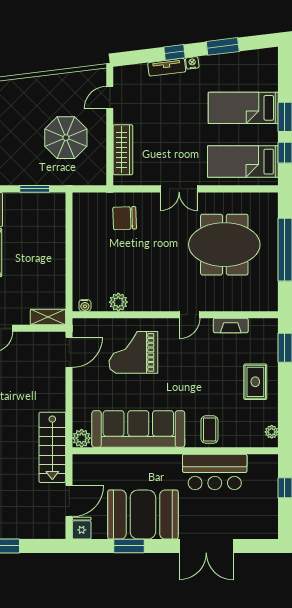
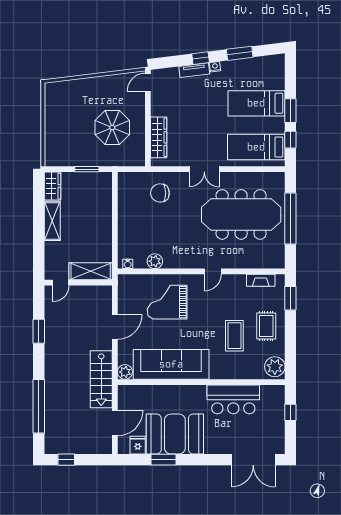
door: (110, 98) -> (148, 82), moved
meeting table: (224, 245) -> (241, 214), width x1.36
shelving: (48, 317) -> (91, 271), width x1.50, depth x1.33
fireplace: (231, 325) -> (261, 280), moved
door: (69, 352) -> (115, 327), moved
coffee table: (210, 430) -> (234, 336), moved, width x1.36, depth x1.30
plant: (272, 432) -> (275, 367), width x1.88, depth x1.88
fridge: (82, 528) -> (138, 445), moved
double door: (206, 546) -> (253, 460), moved

